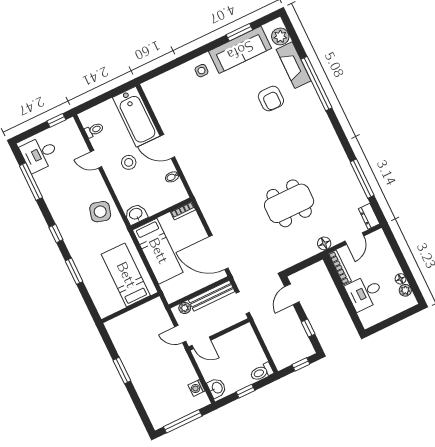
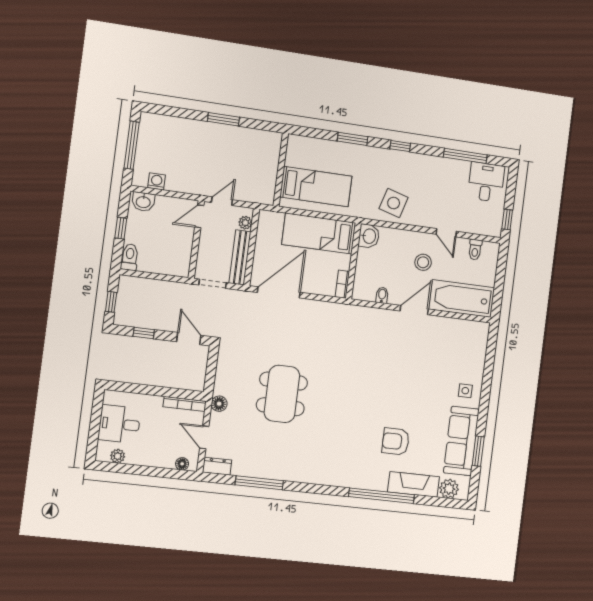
door: (96, 159) -> (446, 233), swing flipped
floor lamp: (401, 279) -> (182, 464), moved
desk: (364, 293) -> (119, 424), moved, turned -90

